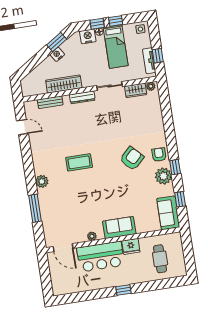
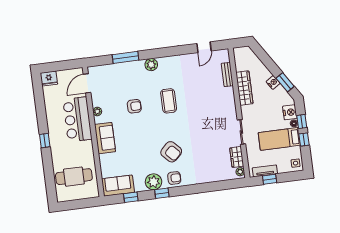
dresser: (82, 97) -> (231, 106), removed
armchair: (85, 198) -> (134, 106), added
fridge: (131, 246) -> (49, 78), moved, turned -90
cafe table: (160, 259) -> (74, 177), width x1.37, depth x1.35

